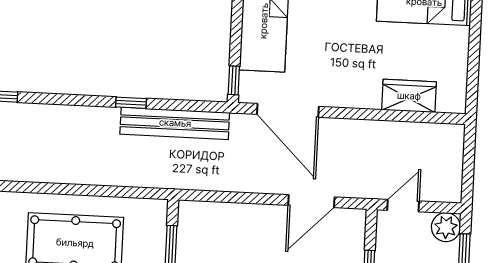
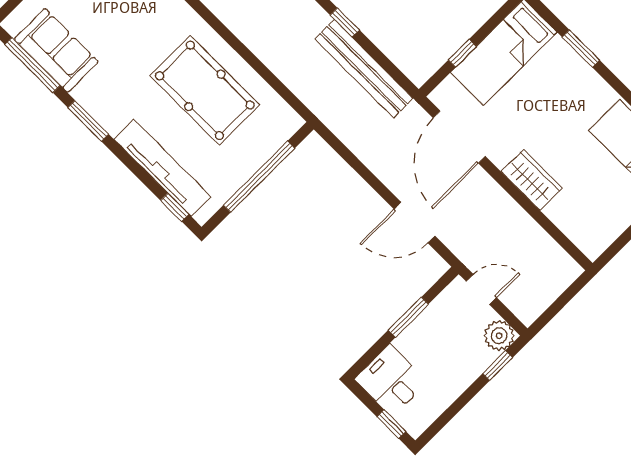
window: (234, 80) -> (462, 53), moved
wardrobe: (409, 96) -> (532, 180), moved

